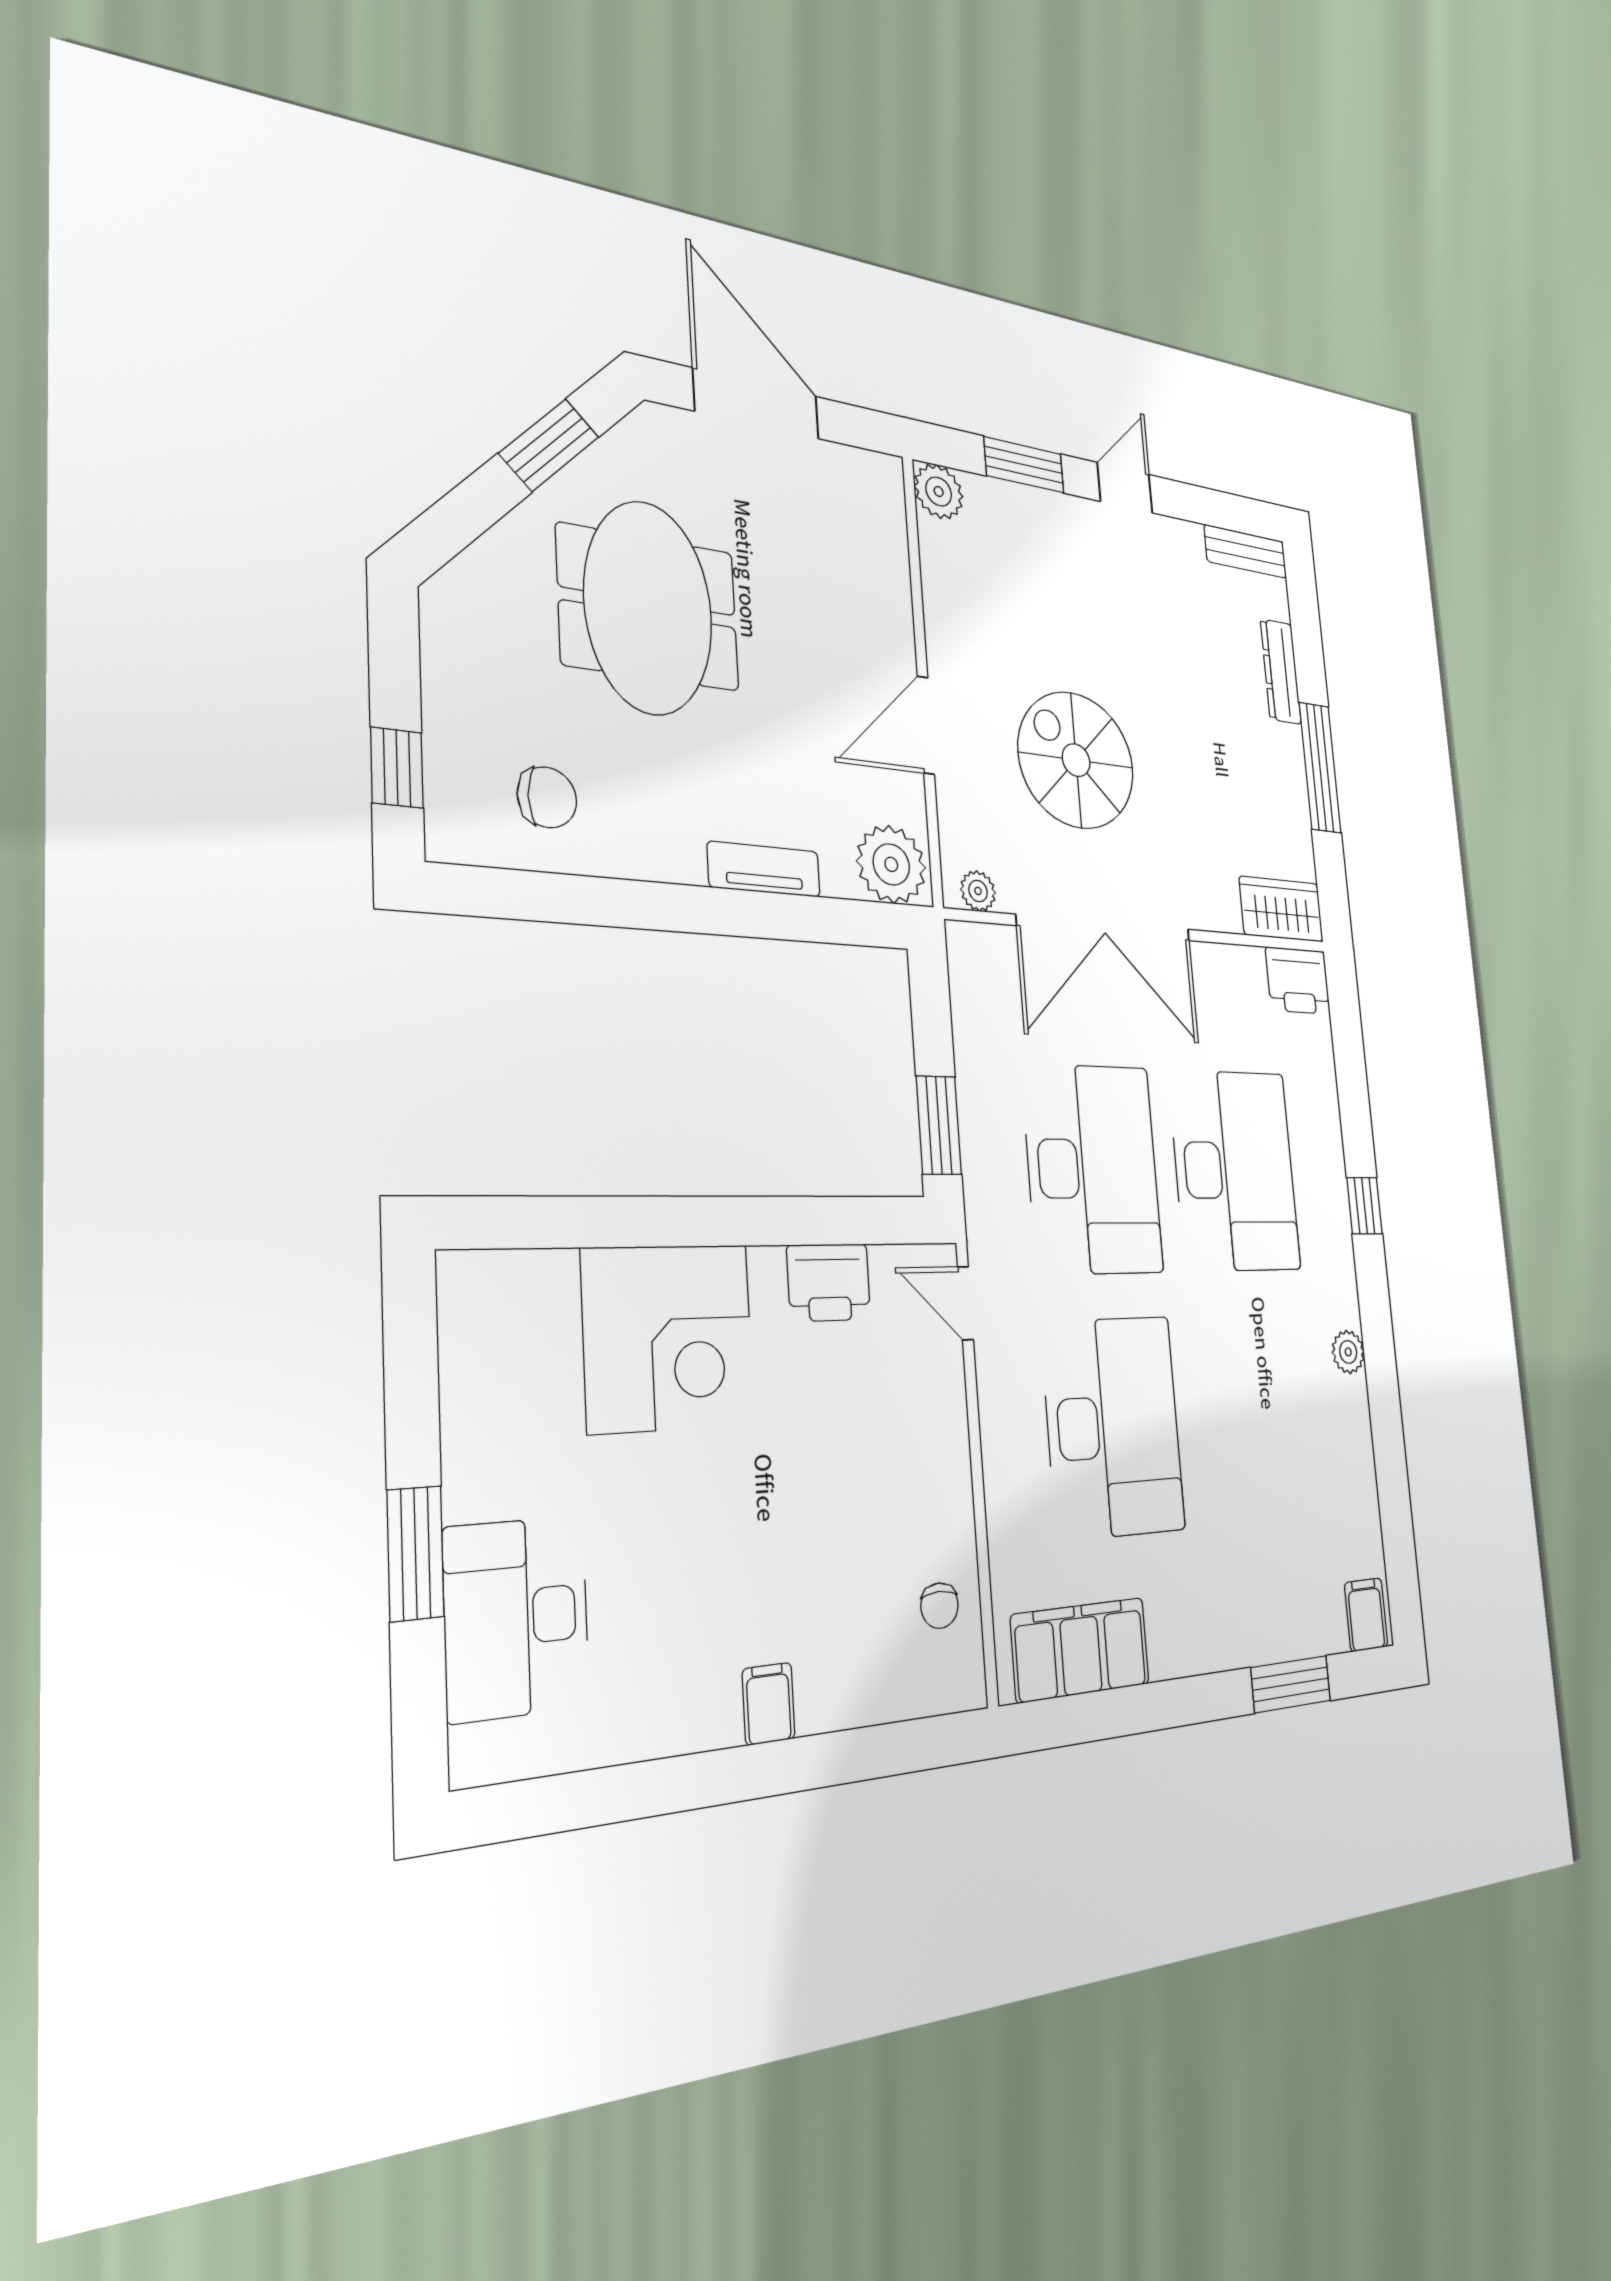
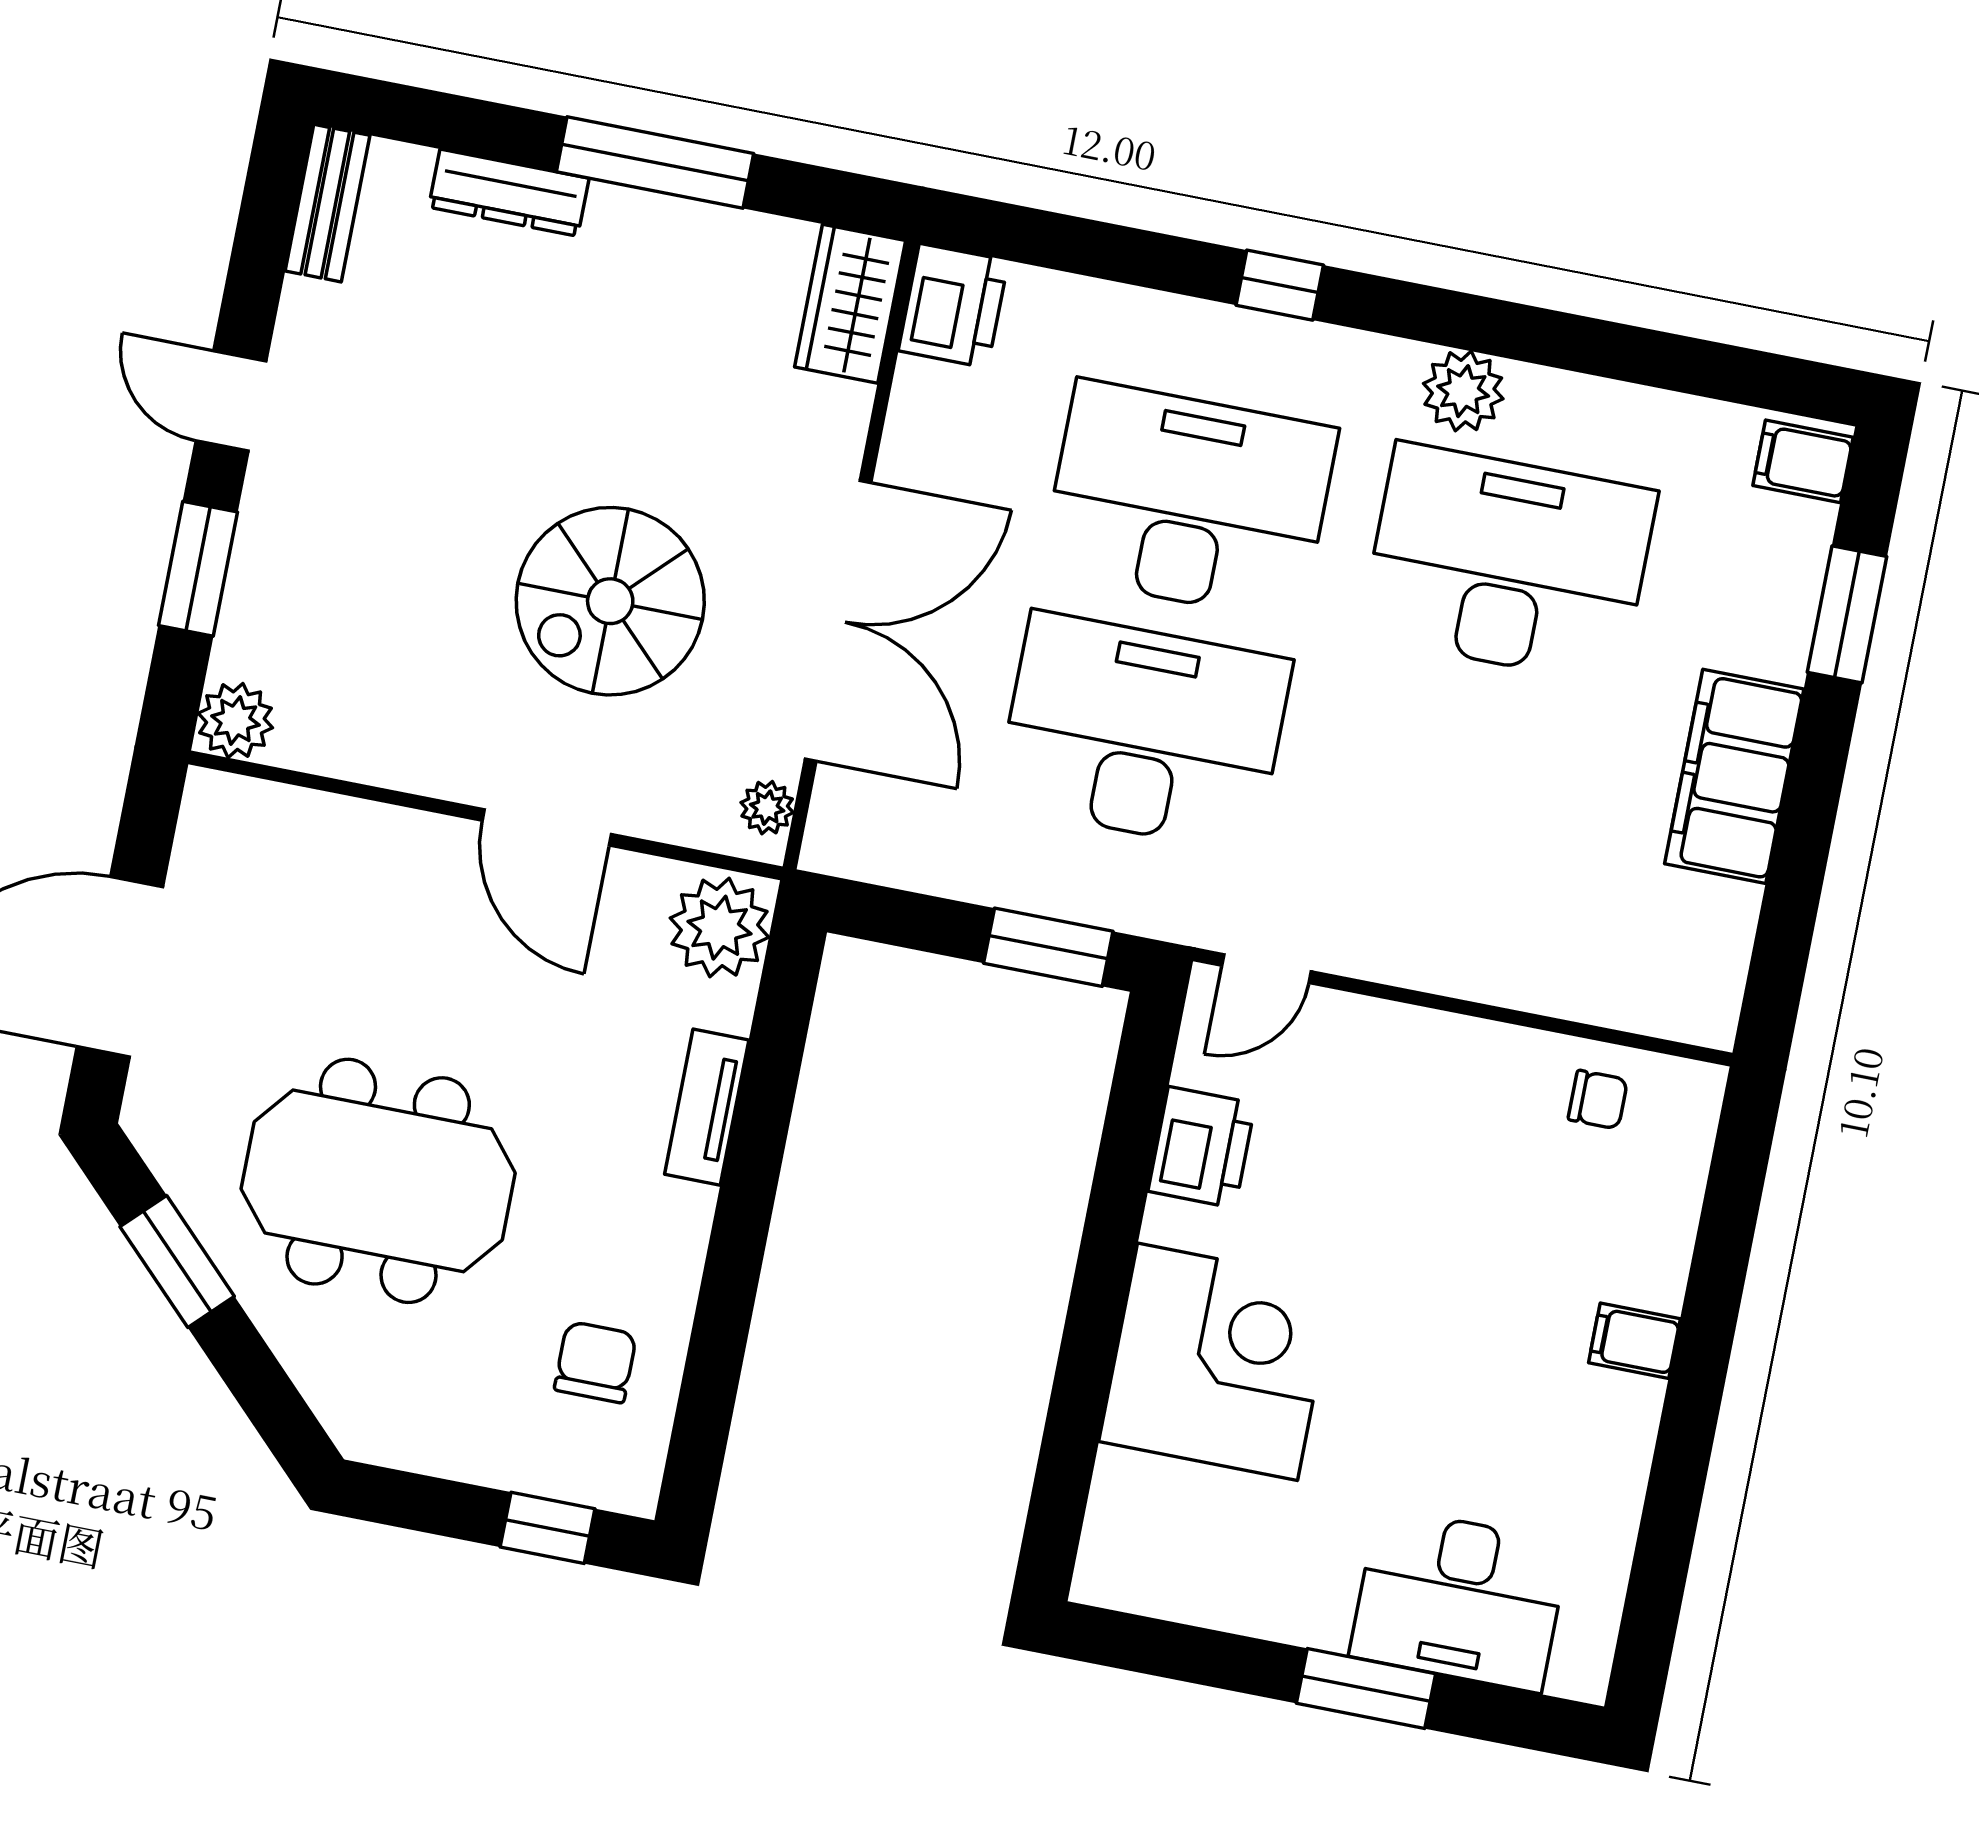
plant: (1348, 1352) -> (1463, 391), width x1.38, depth x1.38
desk: (1113, 1427) -> (1508, 564), moved
filing cabinet: (1080, 1650) -> (1734, 776), moved

